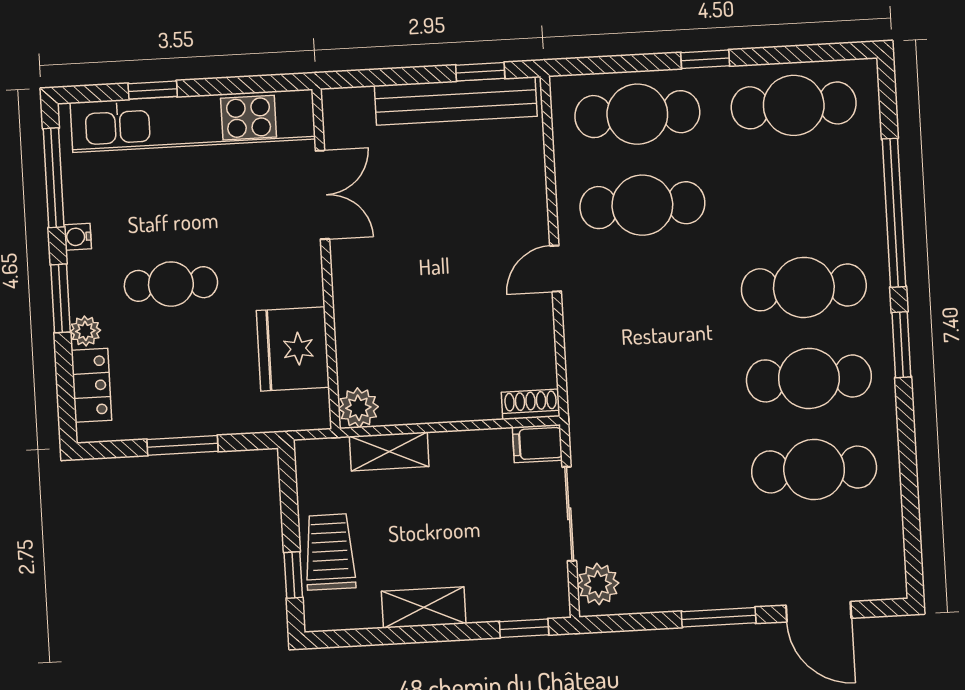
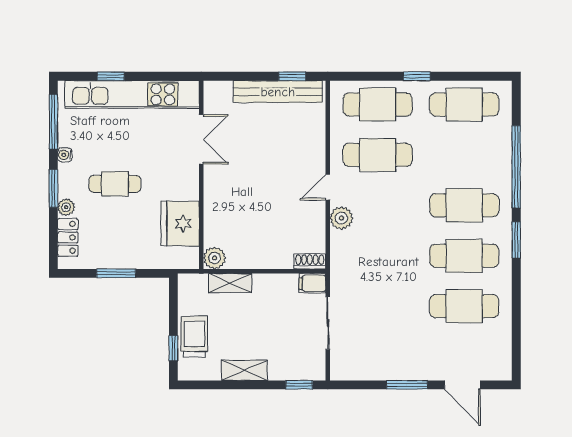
plant: (598, 584) -> (341, 218), moved

